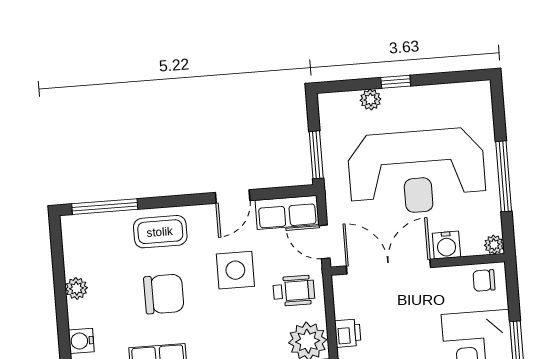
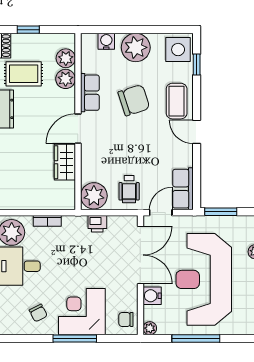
door: (233, 197) -> (197, 132), moved
window: (105, 207) -> (197, 65), width x0.46
side table: (235, 270) -> (178, 50), moved
chair: (484, 280) -> (126, 319), turned -90
plant: (76, 288) -> (136, 47), width x1.88, depth x1.88
chair: (164, 294) -> (134, 100), turned -108

